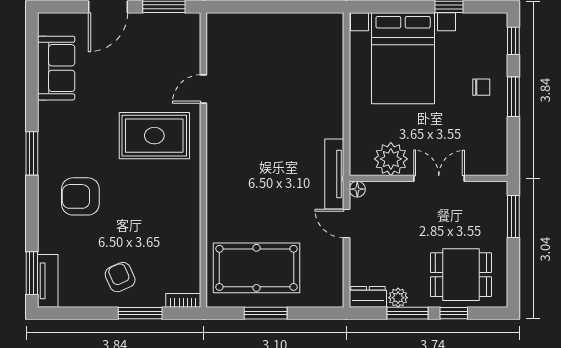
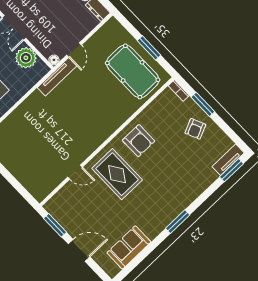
armchair: (80, 196) -> (139, 141), moved

